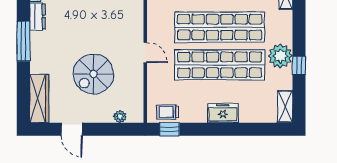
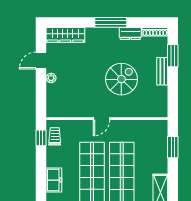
spiral stairs: (93, 74) -> (121, 79), moved, turned 90
plant: (120, 117) -> (51, 78), moved

